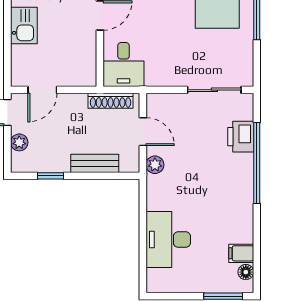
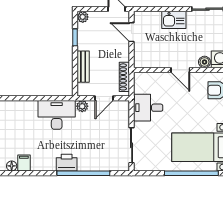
desk: (124, 65) -> (148, 108), moved
printer: (241, 137) -> (67, 163), moved
plant: (19, 142) -> (83, 17), moved
desk: (168, 240) -> (57, 115), moved

